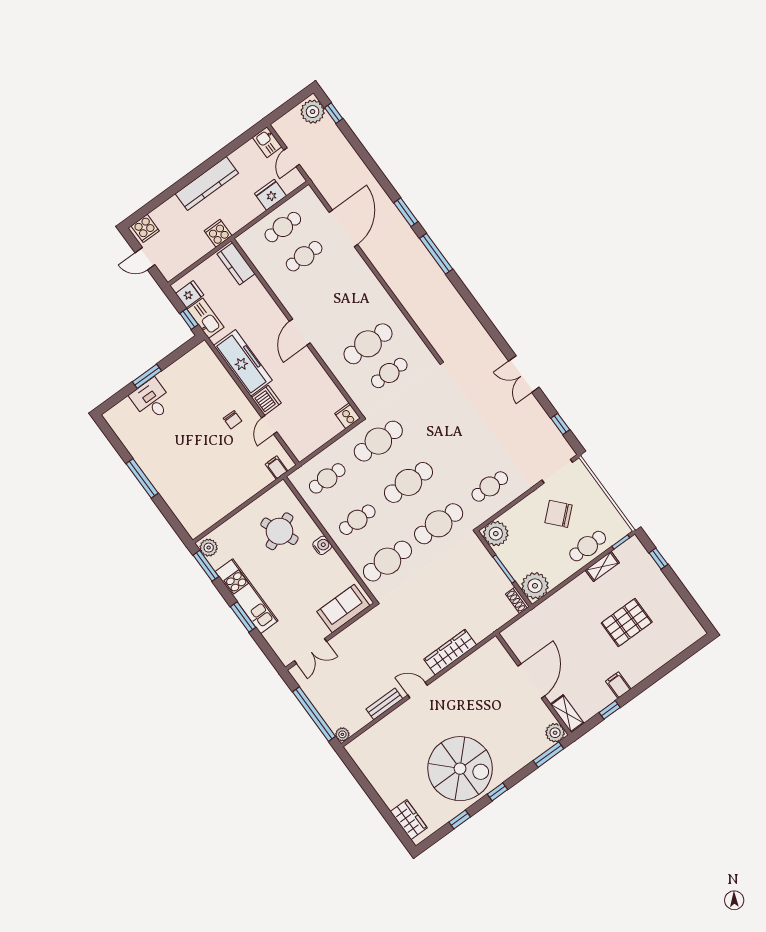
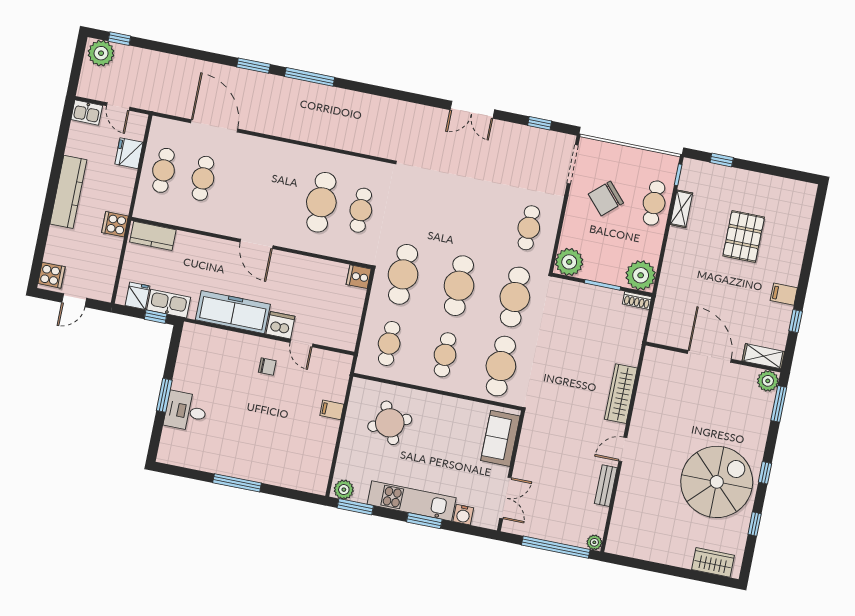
filing cabinet: (277, 468) -> (332, 410), moved
water cooler: (322, 545) -> (463, 515), moved, turned 180

